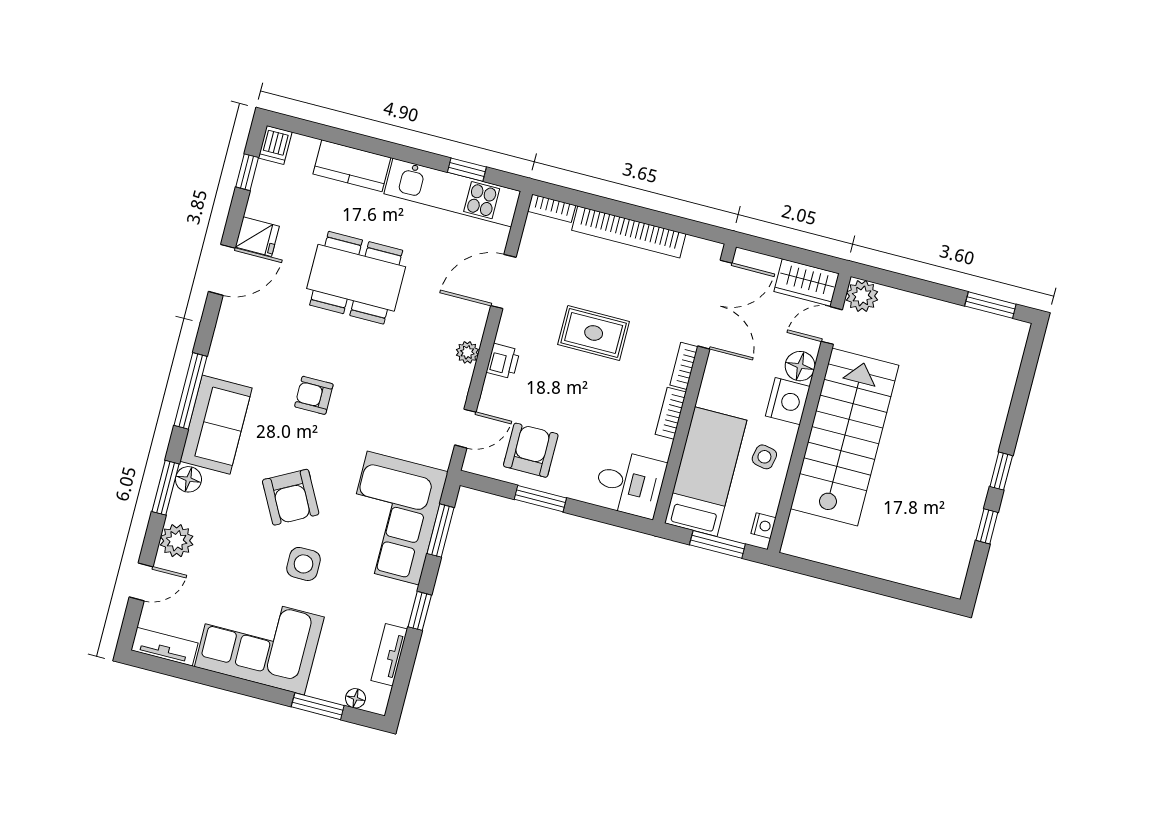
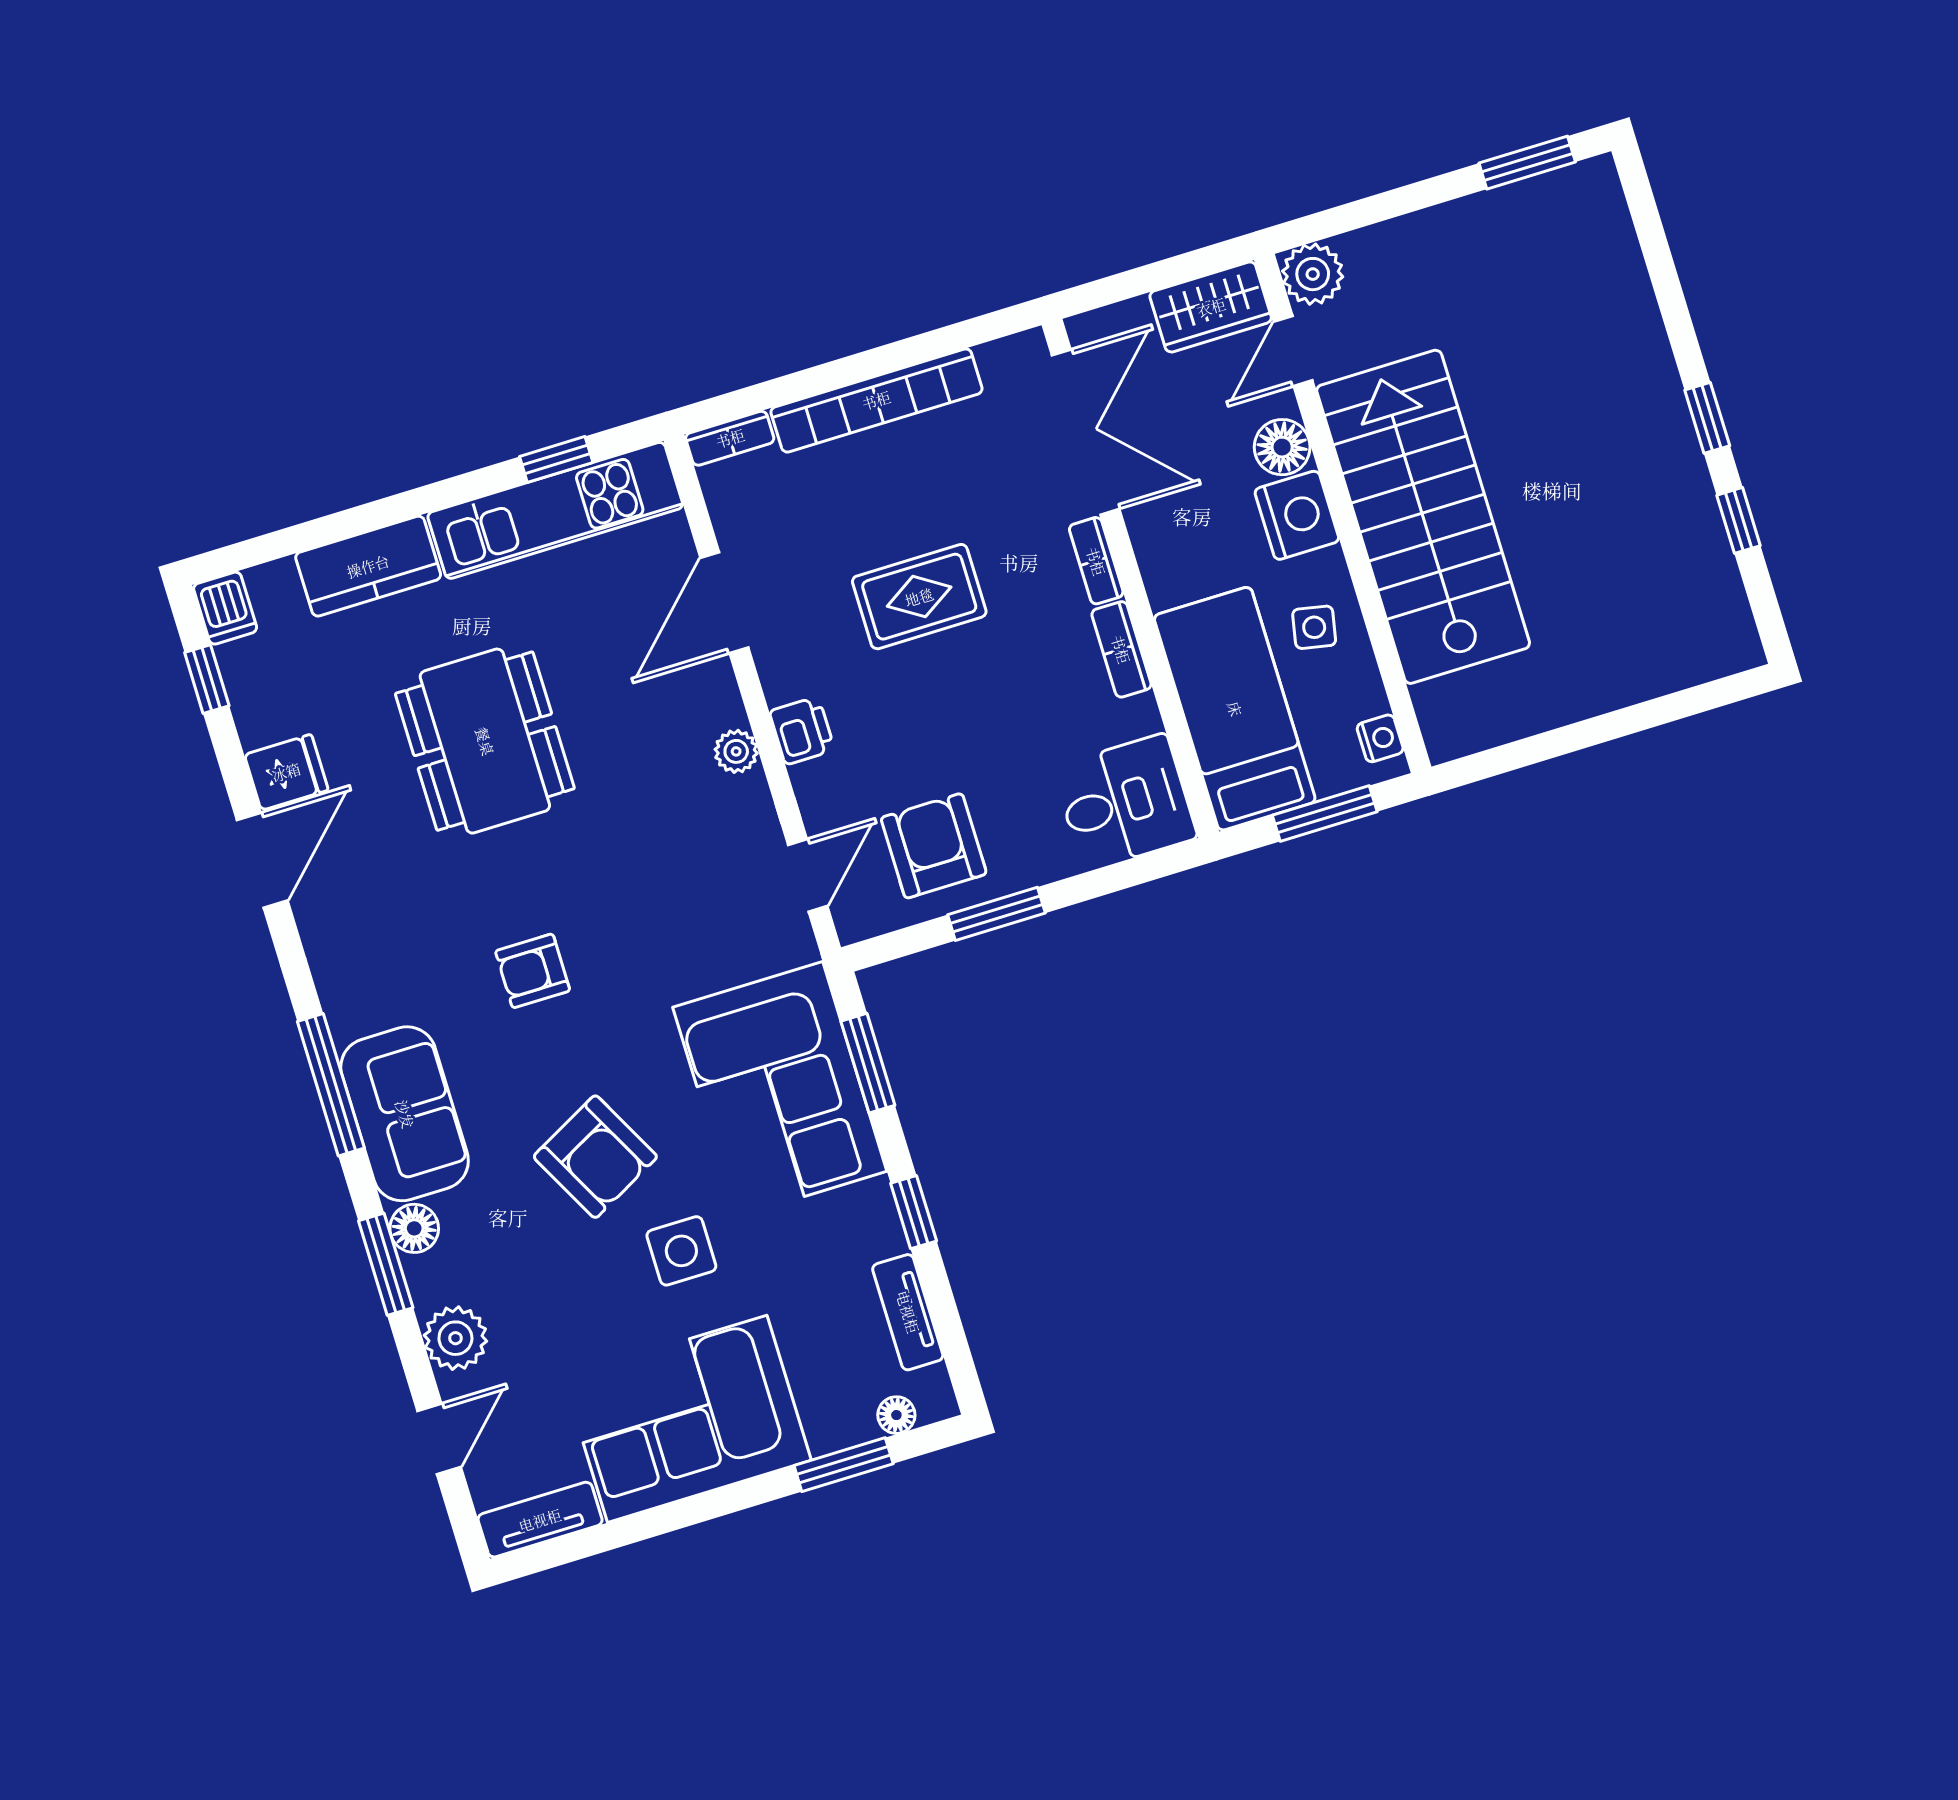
dining table: (356, 278) -> (485, 741), turned 90

